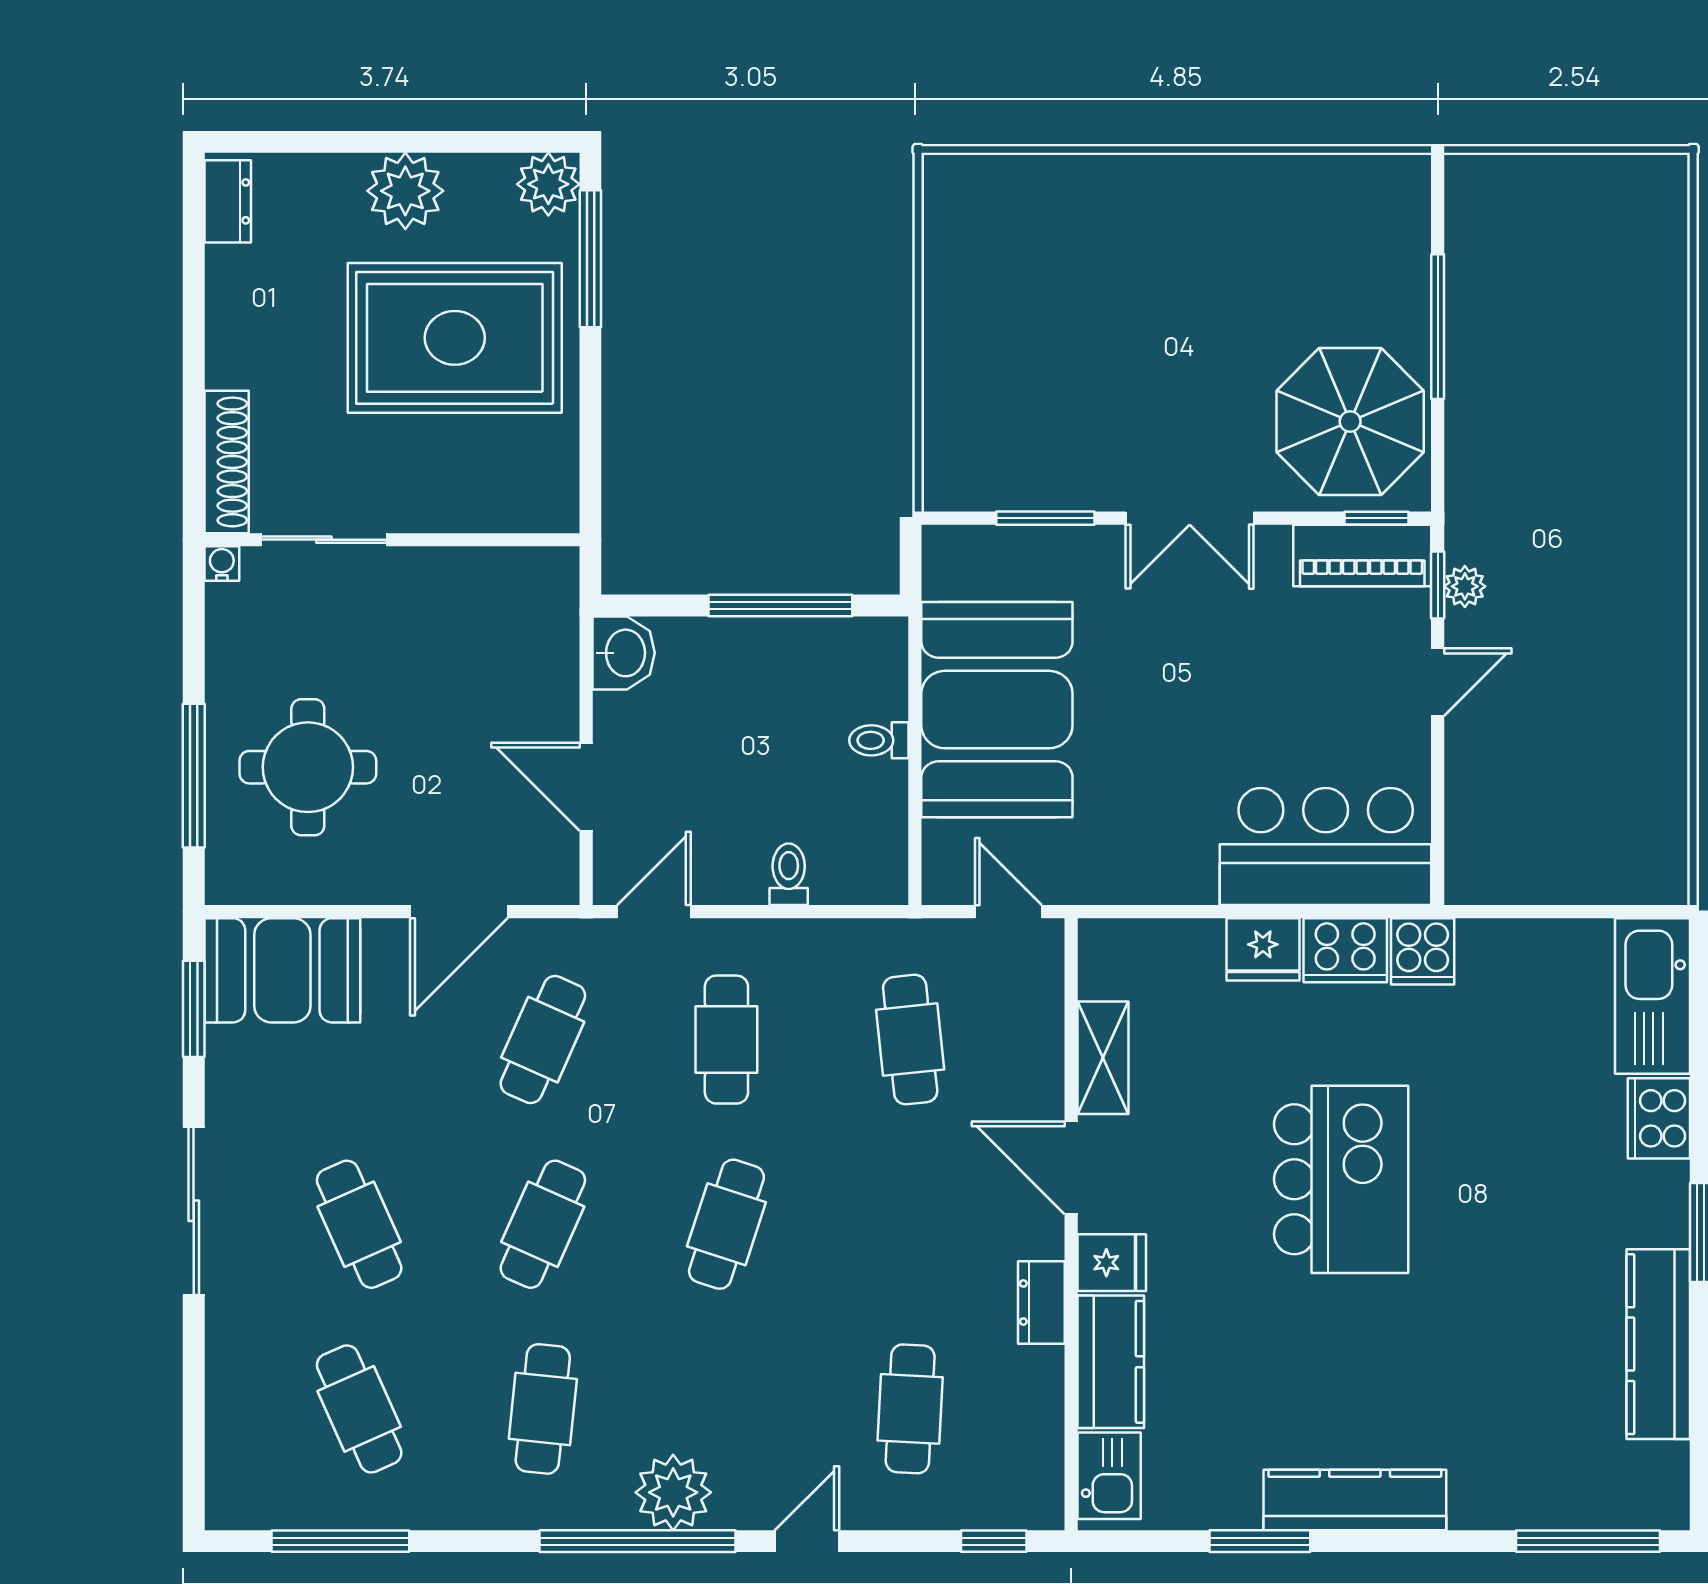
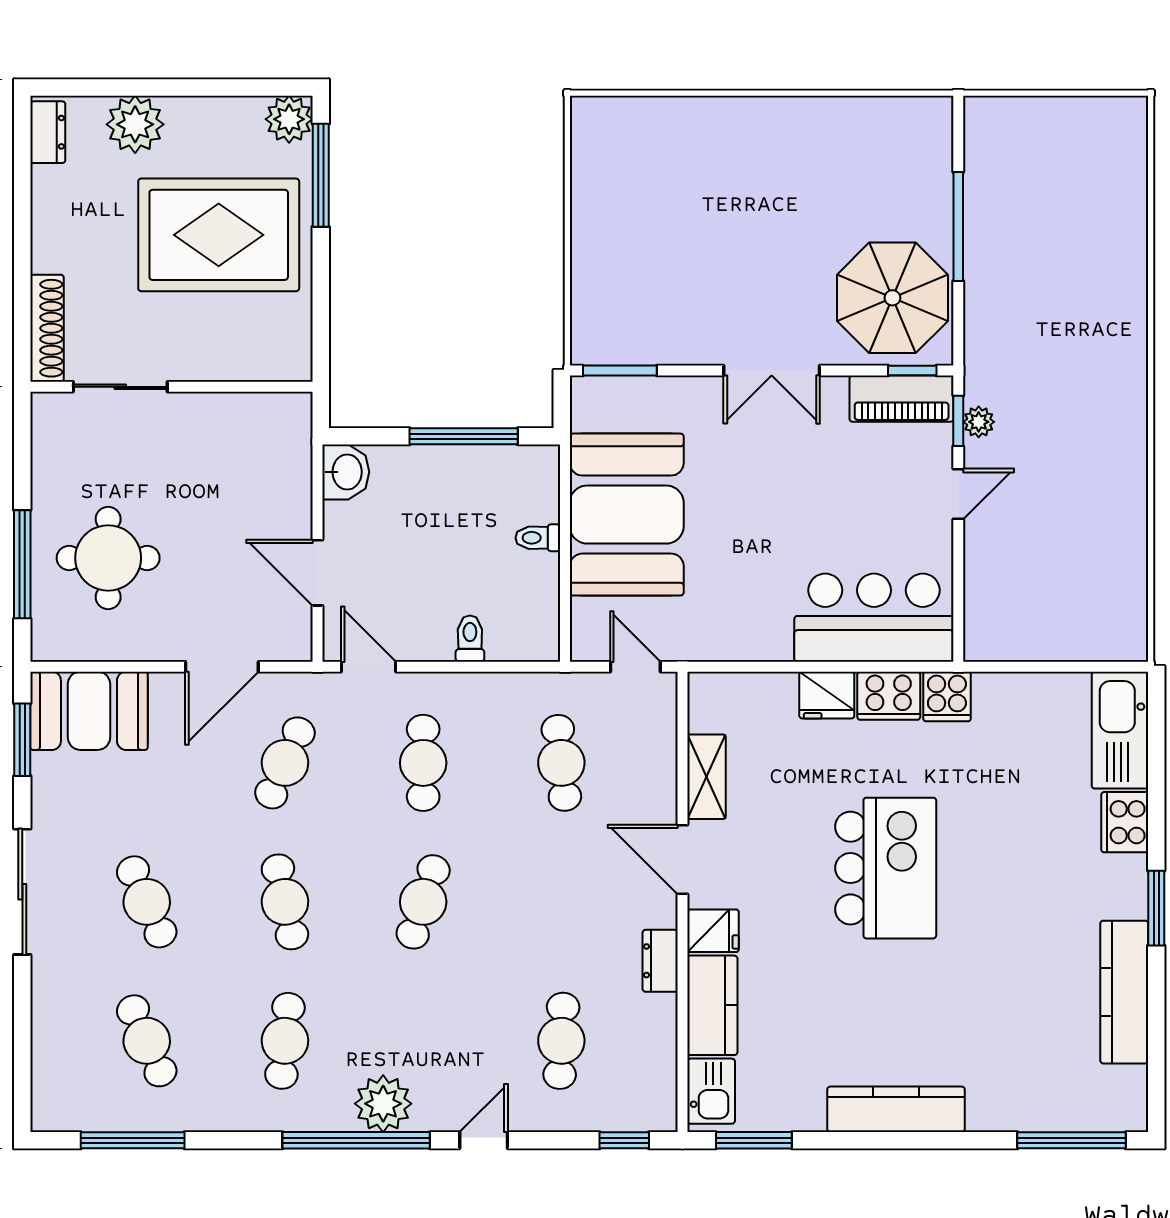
plant: (405, 191) -> (135, 124), moved
window: (1045, 518) -> (620, 371), moved
water cooler: (222, 563) -> (43, 405), removed
door: (654, 912) -> (369, 667), hinge flipped
cafe table: (543, 1224) -> (285, 902), turned -36
window: (1260, 1541) -> (754, 1140), moved

